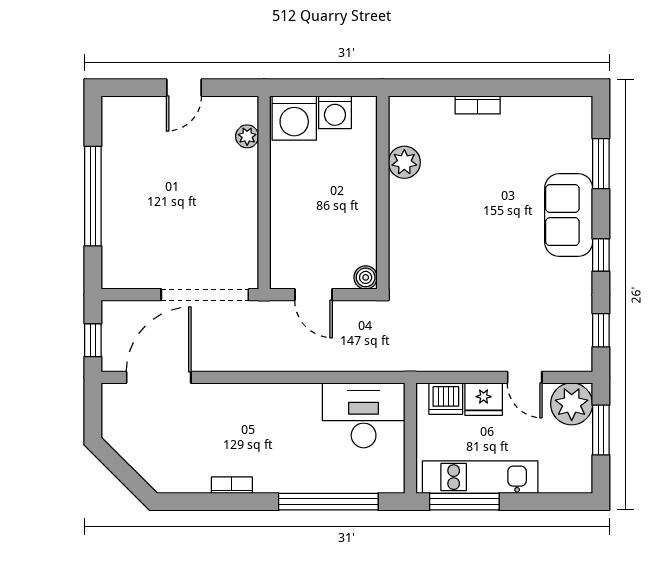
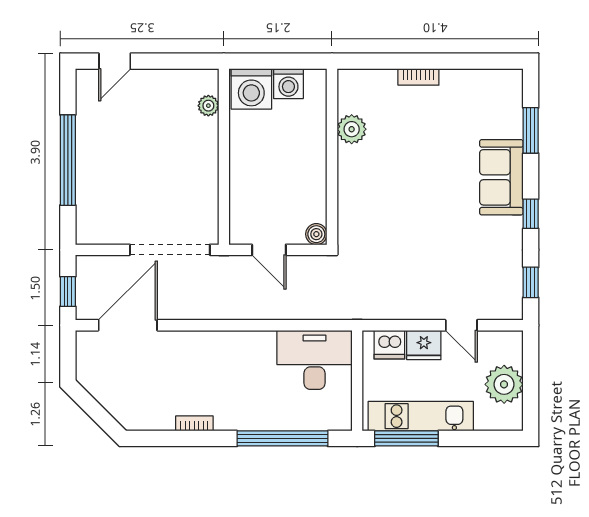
door: (184, 88) -> (115, 61), moved
plant: (572, 404) -> (504, 384), moved
window: (601, 430) -> (531, 373), removed

